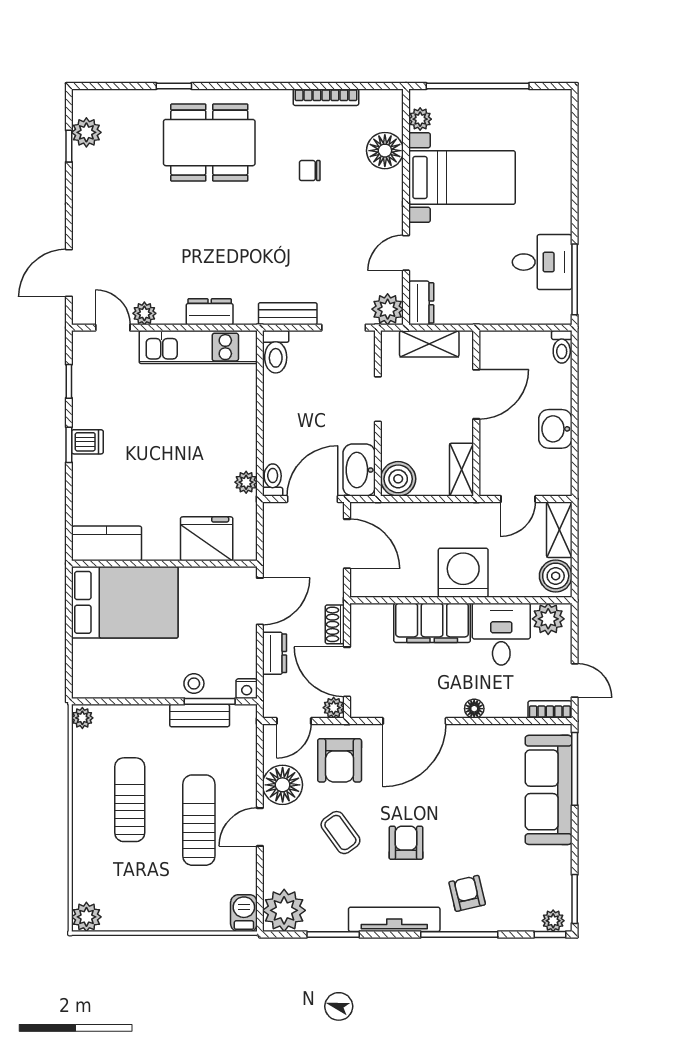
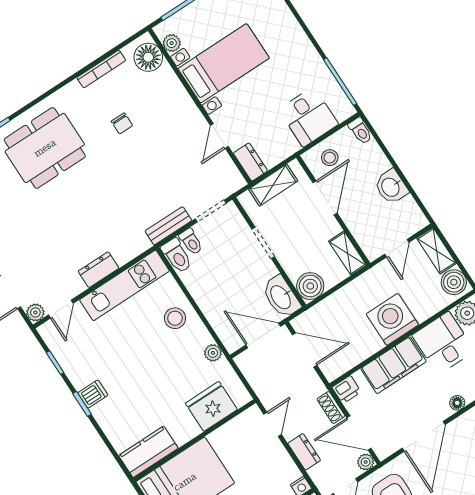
floor lamp: (385, 151) -> (148, 57), moved
chair: (310, 171) -> (122, 123), turned -90
desk: (542, 262) -> (309, 117), moved, turned 90
plant: (388, 309) -> (231, 180), removed
dresser: (210, 312) -> (99, 270), moved
plant: (144, 313) -> (35, 312), moved
door: (113, 328) -> (61, 309), swing flipped
stool: (510, 354) -> (330, 158), added
stool: (230, 418) -> (175, 318), added
toilet: (273, 480) -> (191, 242), moved, turned 180
door: (312, 499) -> (263, 336), hinge flipped
door: (260, 601) -> (272, 424), width x0.73
printer: (364, 616) -> (347, 390), added

